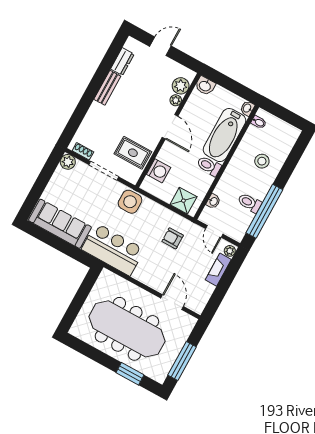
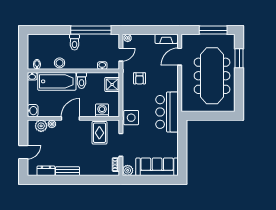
door: (160, 46) -> (23, 152), swing flipped
stool: (262, 161) -> (60, 63), moved
toilet: (250, 203) -> (75, 42), moved
sofa: (60, 224) -> (157, 167), moved, turned 90
fireplace: (218, 270) -> (166, 39), moved

